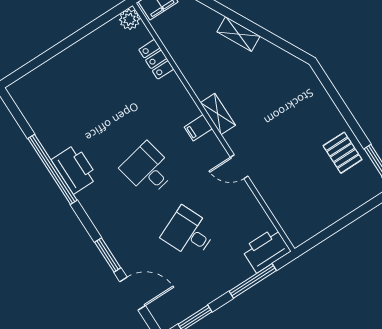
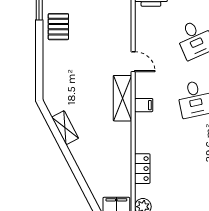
shelving: (239, 34) -> (65, 128), moved
shelving: (218, 114) -> (122, 98), width x1.50, depth x1.33

